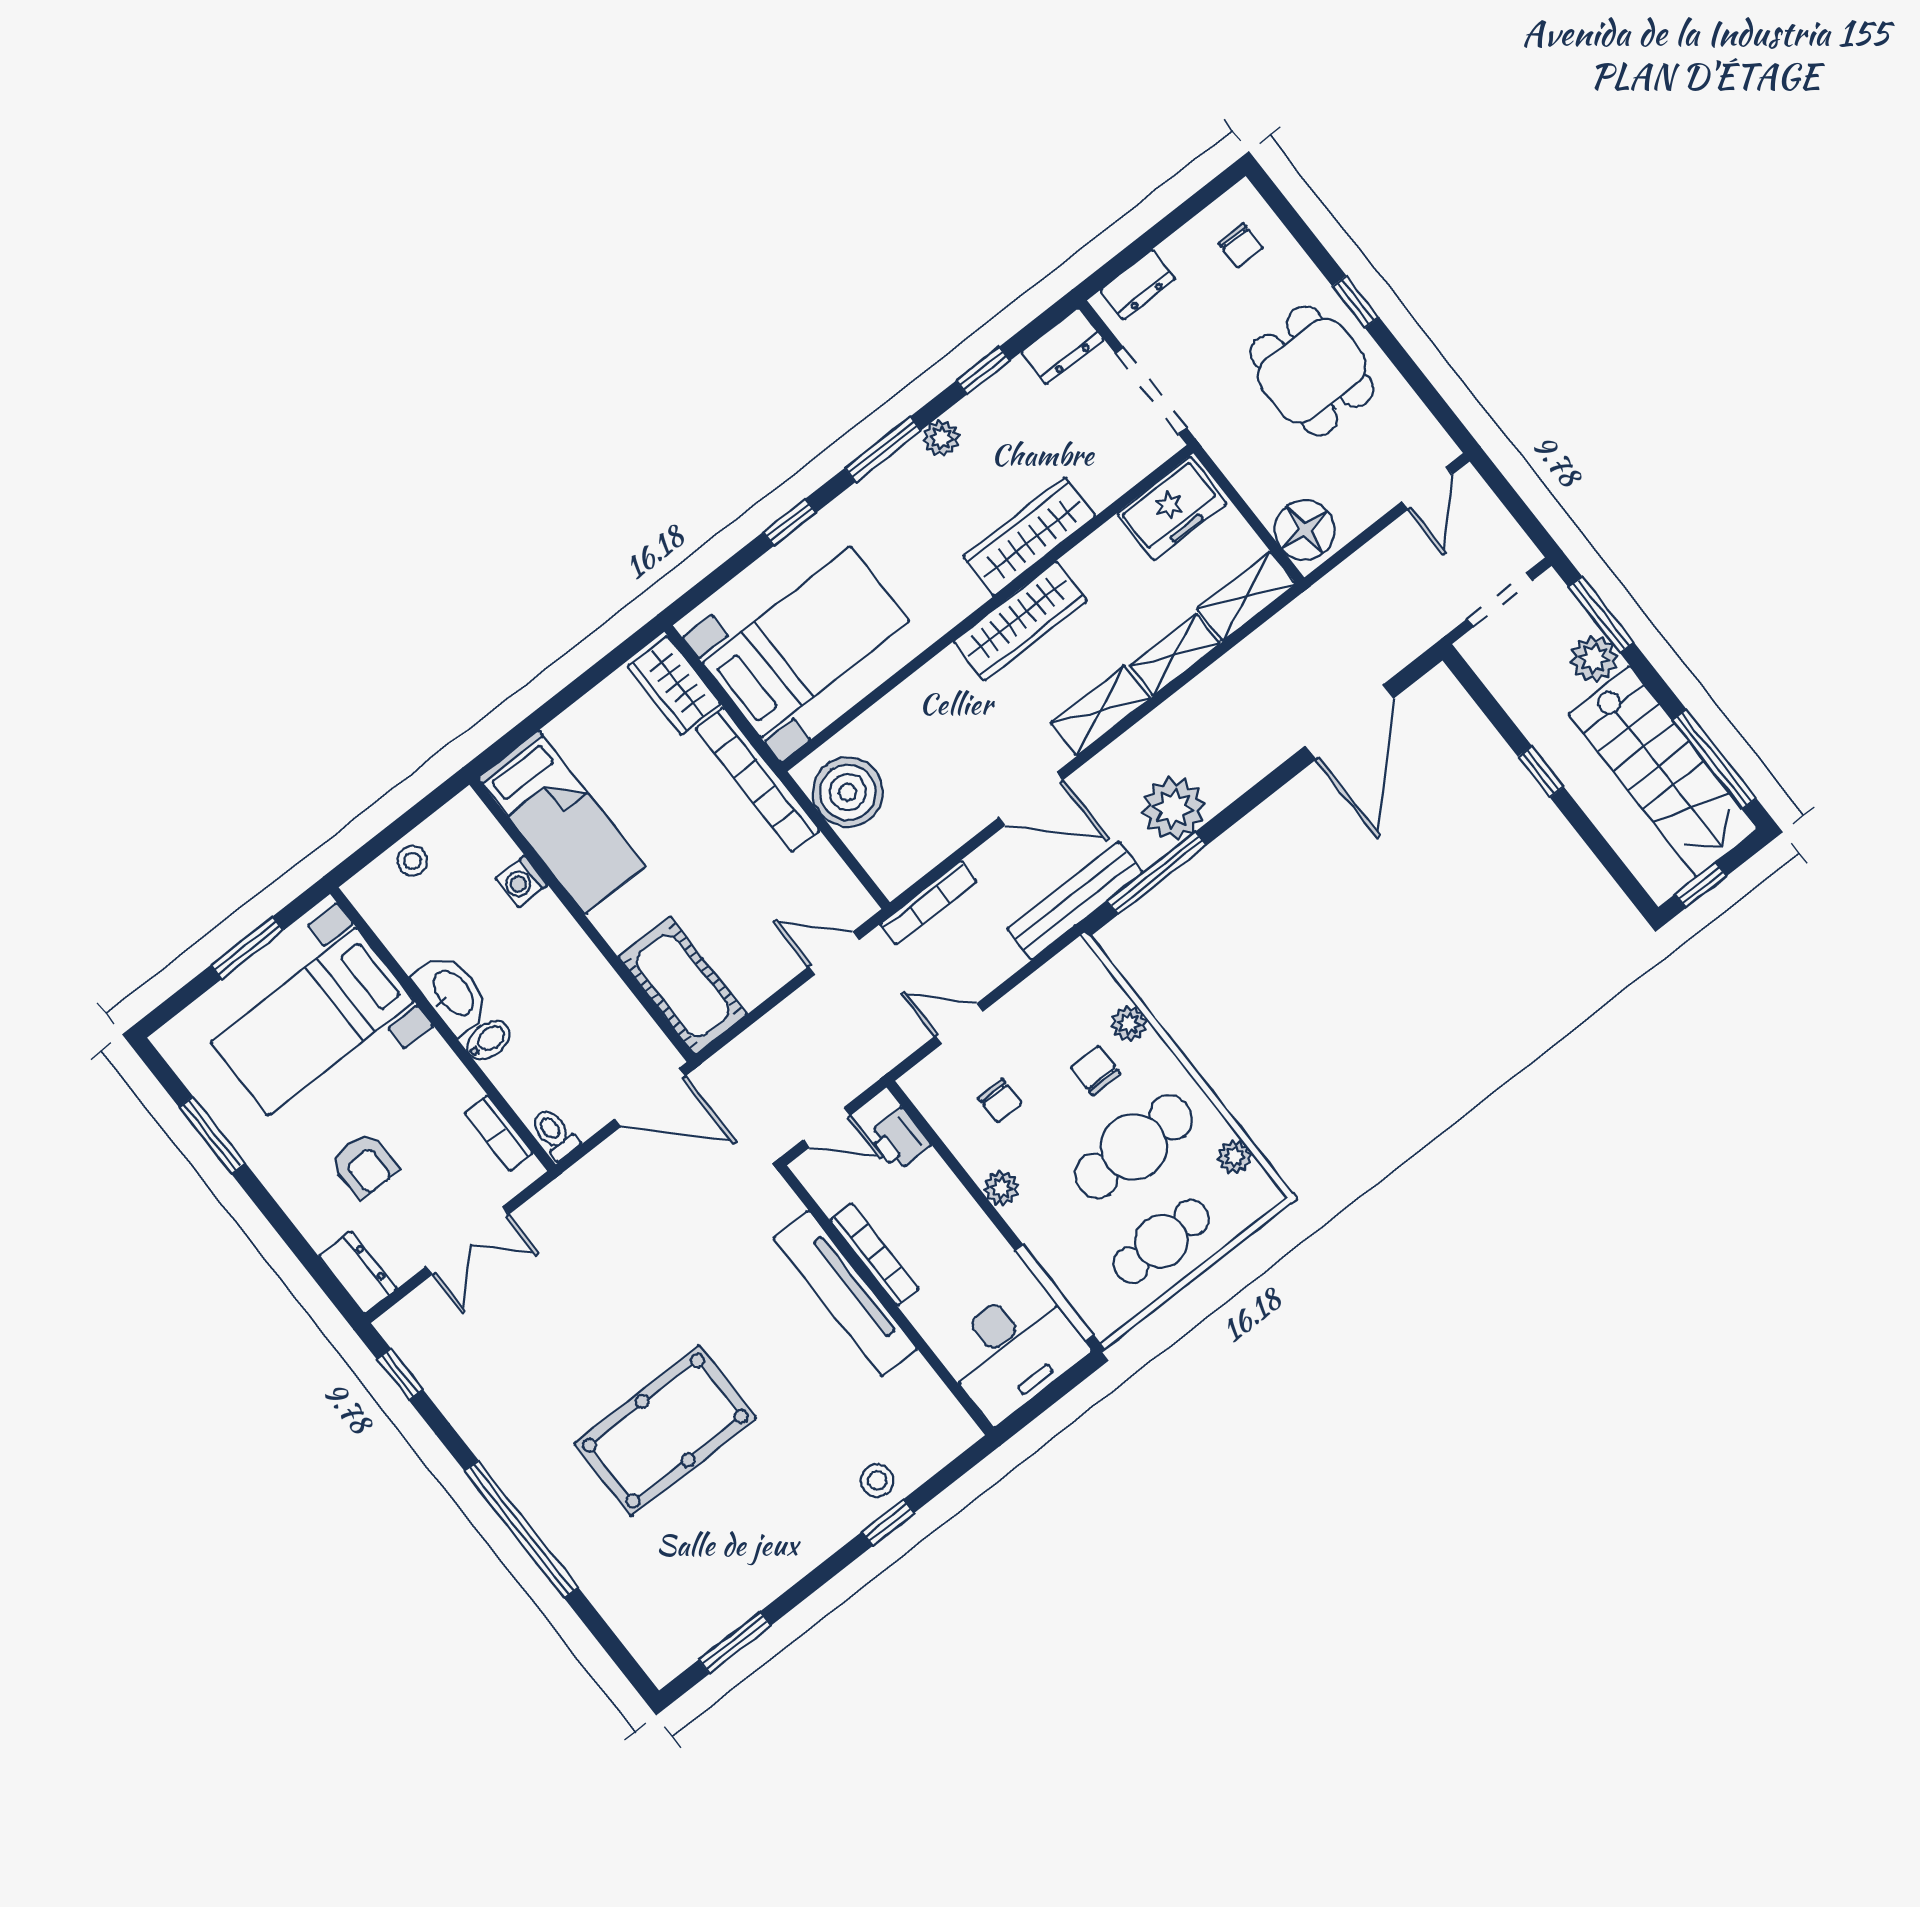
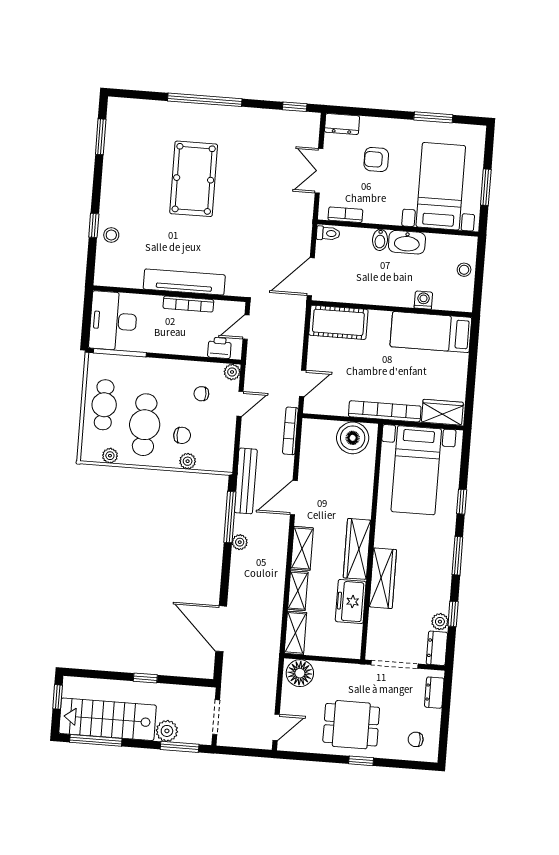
plant: (941, 438) -> (440, 622), moved
door: (1427, 488) -> (276, 727), swing flipped
freezer: (1172, 509) -> (351, 601), moved
plant: (1173, 808) -> (240, 542), width x0.53, depth x0.53
plant: (1002, 1188) -> (232, 372), moved

